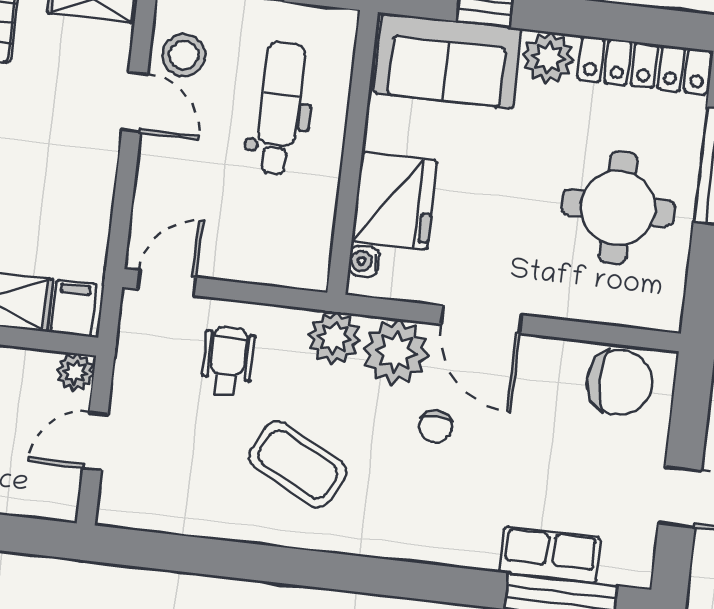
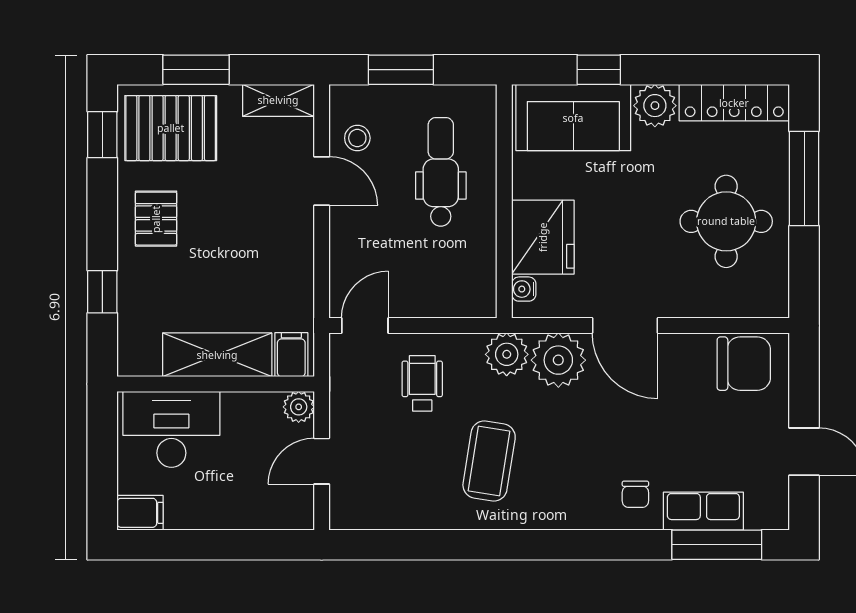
stool: (184, 55) -> (357, 138), width x0.73, depth x0.73
chair: (436, 426) -> (635, 494), moved
coffee table: (298, 464) -> (489, 461), turned 71

